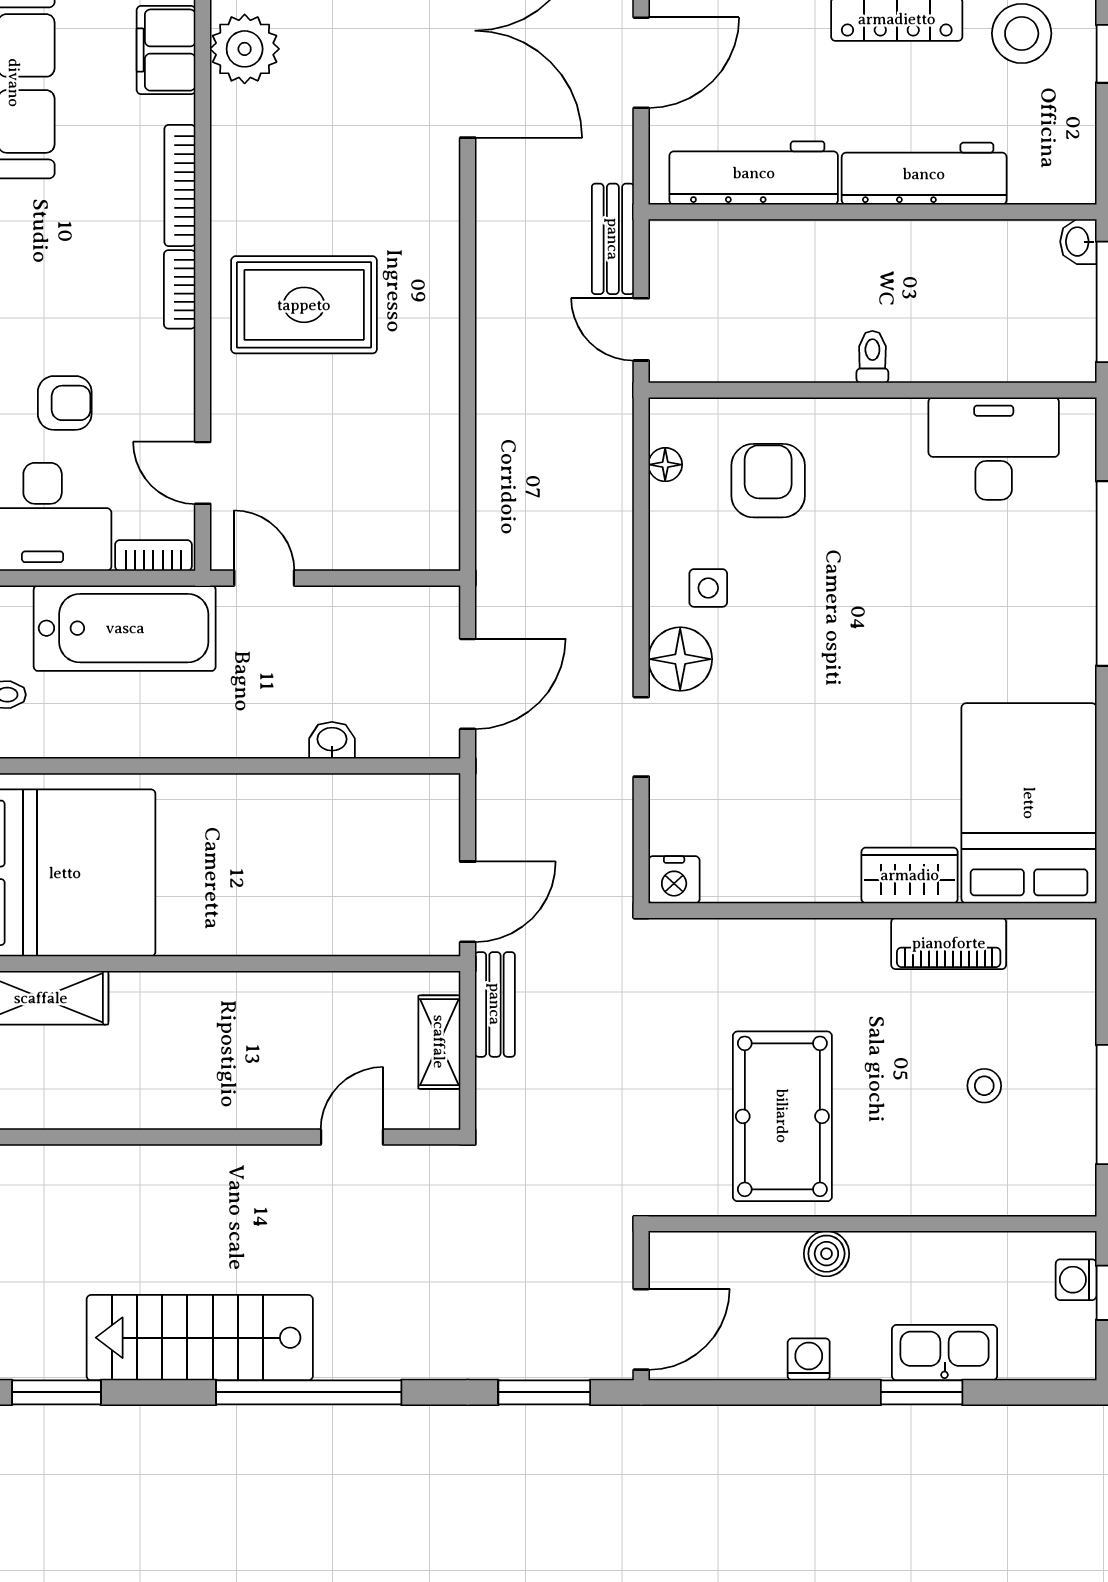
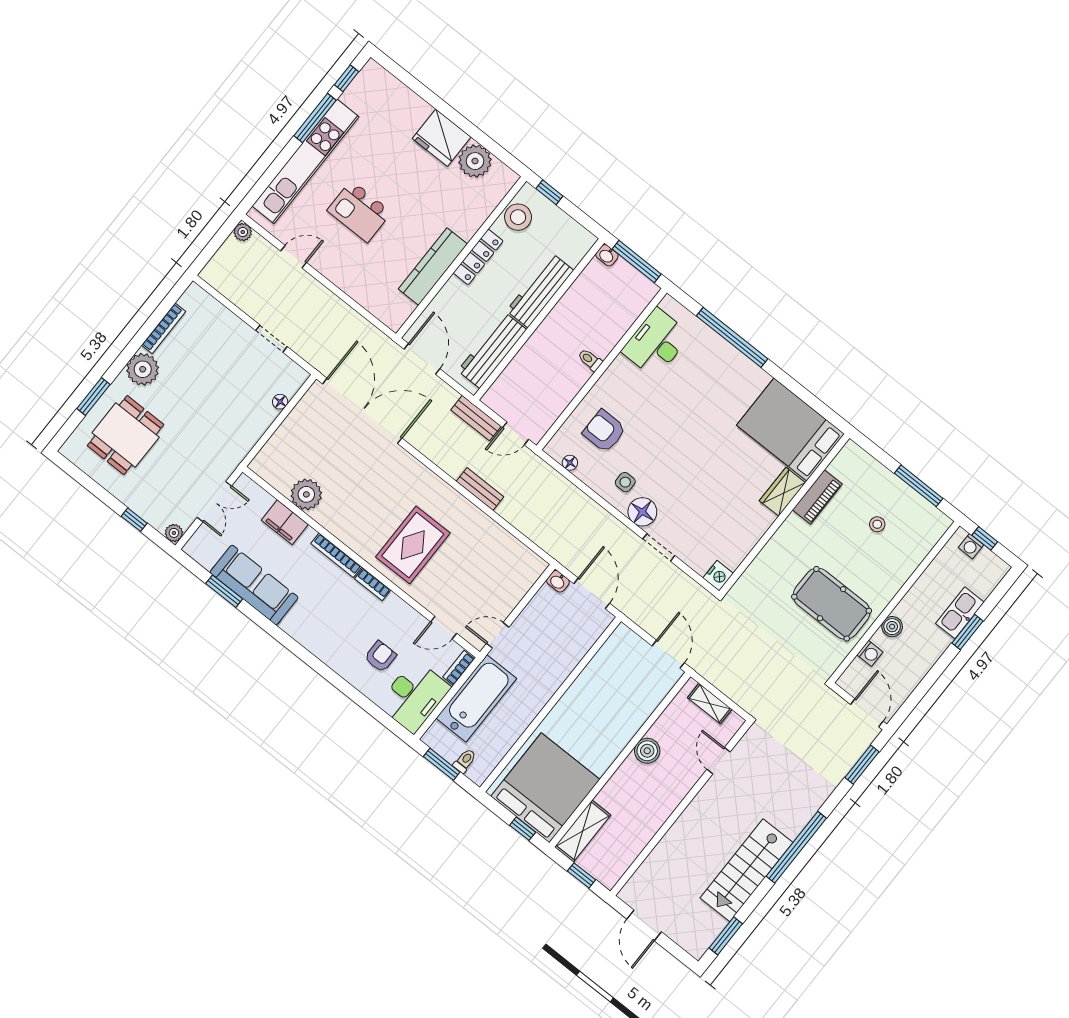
washbasin: (332, 740) -> (558, 581), moved, turned -90
boiler: (270, 999) -> (647, 751), added
bench: (495, 1004) -> (480, 489), moved
washing machine: (809, 1359) -> (870, 653), moved, turned 180

